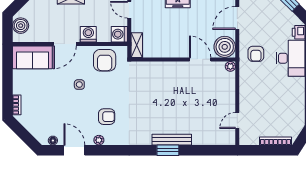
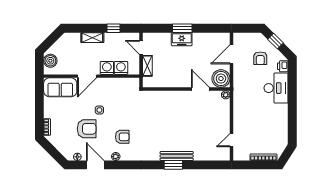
washing machine: (119, 34) -> (121, 68), moved, turned 90
shelving: (137, 45) -> (147, 66), moved
armchair: (256, 54) -> (260, 58), moved
armchair: (105, 60) -> (87, 129), moved, turned -90

